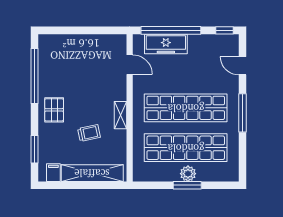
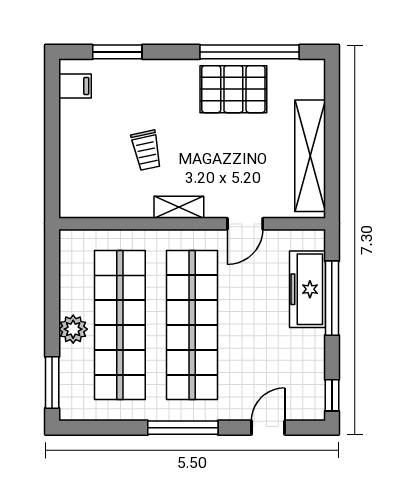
window: (171, 30) -> (332, 298), width x0.68
door: (130, 65) -> (245, 224), moved
pallet: (54, 110) -> (233, 89), moved, width x1.50, depth x1.42
shelving: (92, 173) -> (310, 156), moved
window: (187, 185) -> (52, 382), moved

